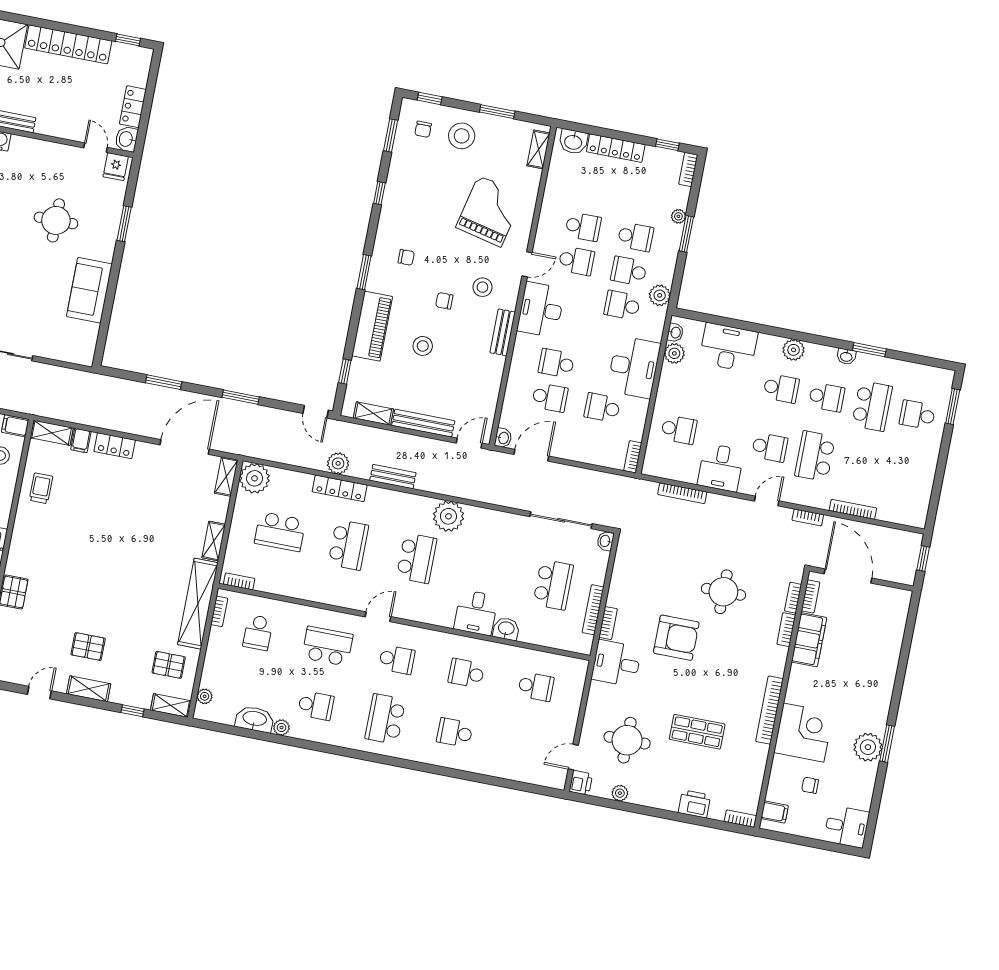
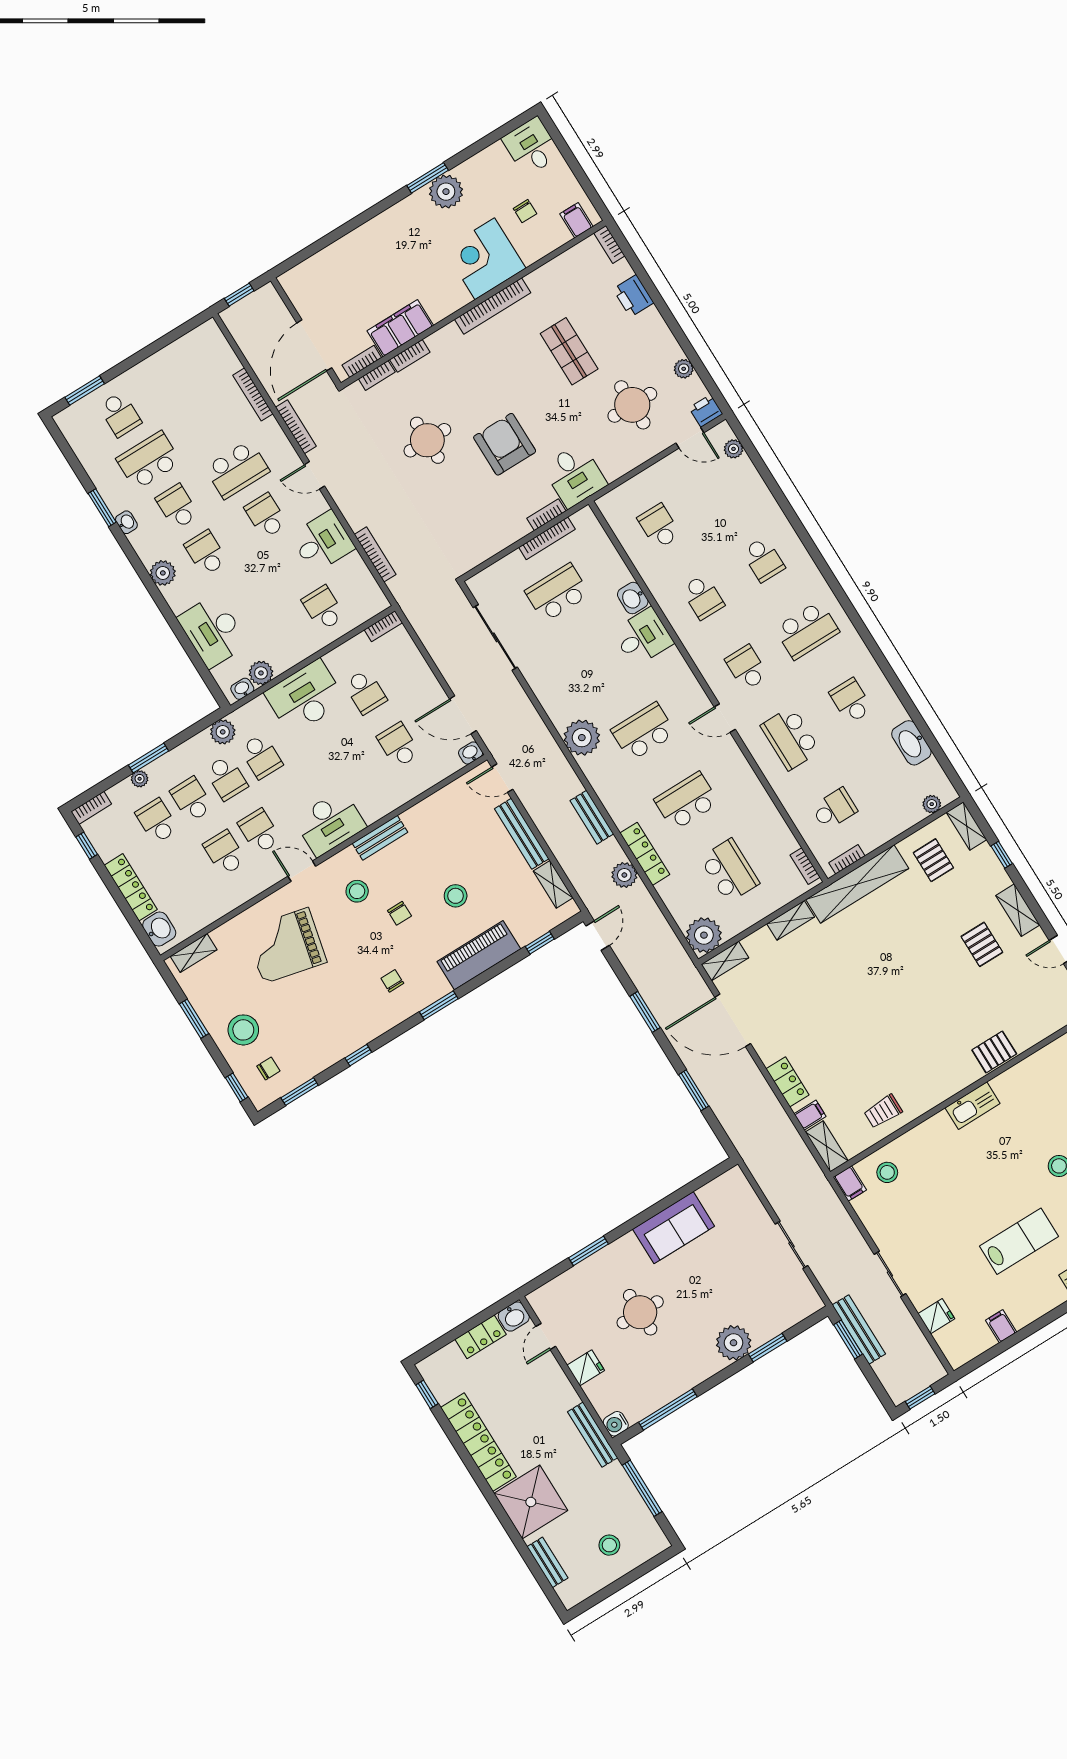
fridge: (116, 167) -> (586, 1368), moved
school desk: (556, 363) -> (157, 821), moved, turned 180
bookcase: (808, 517) -> (296, 427), width x1.56
washbasin: (605, 541) -> (478, 583), removed
plant: (281, 727) -> (734, 449), moved

